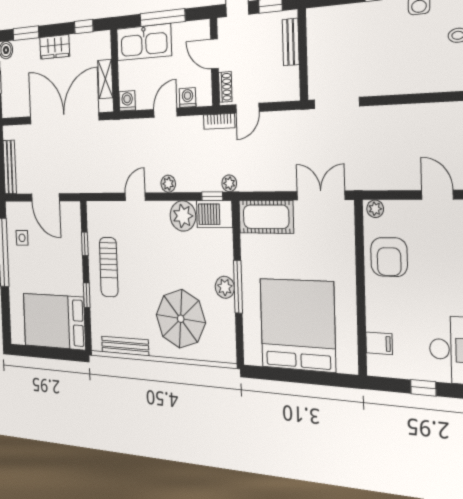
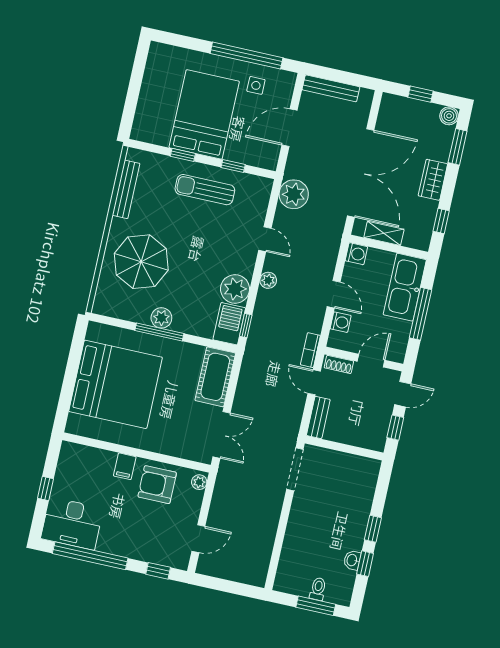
bench: (291, 42) -> (318, 417), moved, turned 90
plant: (229, 183) -> (294, 194), moved, width x1.87, depth x1.87
bed: (54, 321) -> (204, 114), moved
filing cabinet: (379, 343) -> (125, 466), moved

